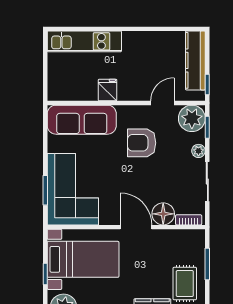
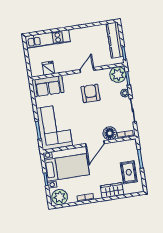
fridge: (108, 90) -> (48, 68), moved
door: (163, 103) -> (87, 70), moved
sofa: (82, 120) -> (48, 86), width x0.73
armchair: (142, 143) -> (91, 93), turned 90
door: (136, 227) -> (95, 144), swing flipped

